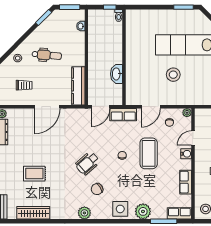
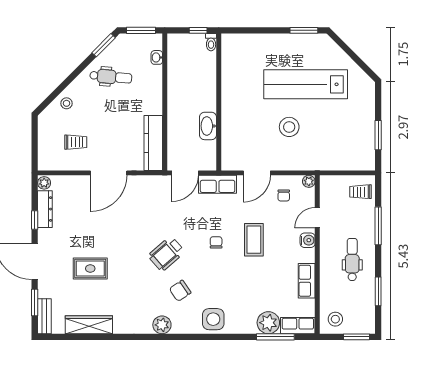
dental chair: (47, 55) -> (111, 77), moved
coffee table: (149, 153) -> (254, 240), width x0.73, depth x0.76
plant: (143, 211) -> (268, 323), moved

